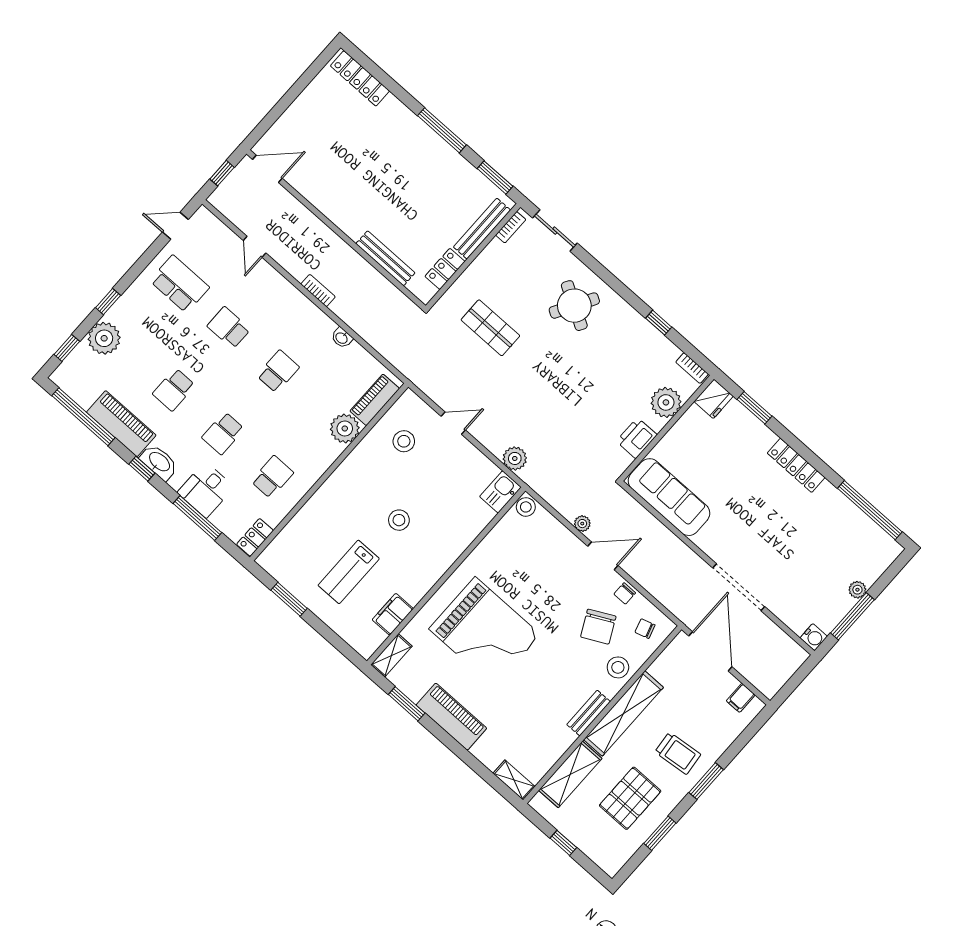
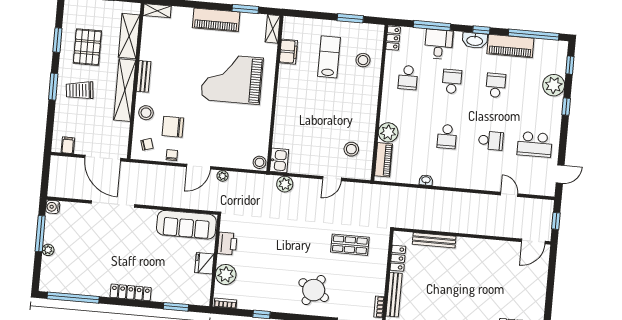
bookcase: (318, 291) -> (458, 196), removed
fridge: (714, 399) -> (204, 263), moved
stool: (399, 520) -> (363, 60), moved
chair: (598, 627) -> (173, 127), turned -63

